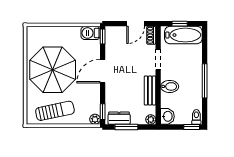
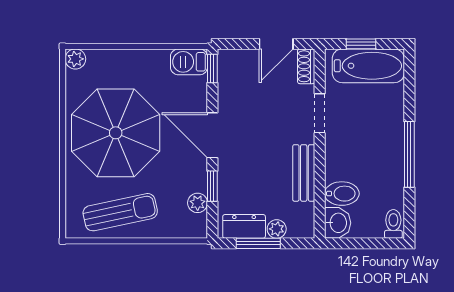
plant: (32, 31) -> (75, 59), added
door: (103, 71) -> (212, 135), hinge flipped
bidet: (170, 86) -> (342, 194), moved
window: (103, 112) -> (212, 186), moved
plant: (95, 119) -> (198, 203), moved
plant: (151, 119) -> (277, 229), moved
window: (192, 127) -> (384, 243), removed

